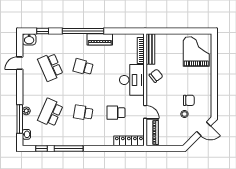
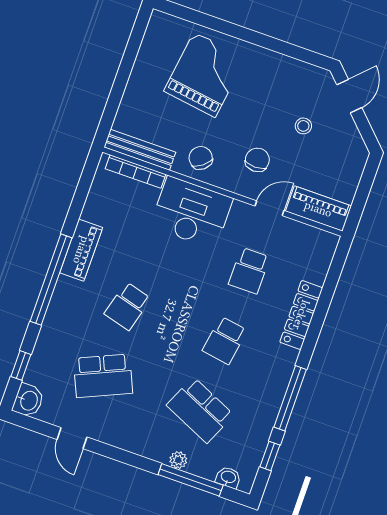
grand piano: (196, 51) -> (205, 75), moved, turned 98
chair: (189, 100) -> (257, 160), moved
locker: (129, 141) -> (301, 315), moved

